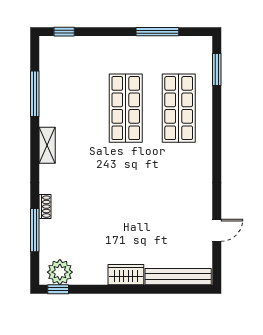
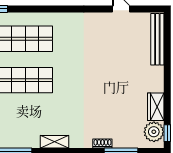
wardrobe: (126, 275) -> (156, 107), moved

